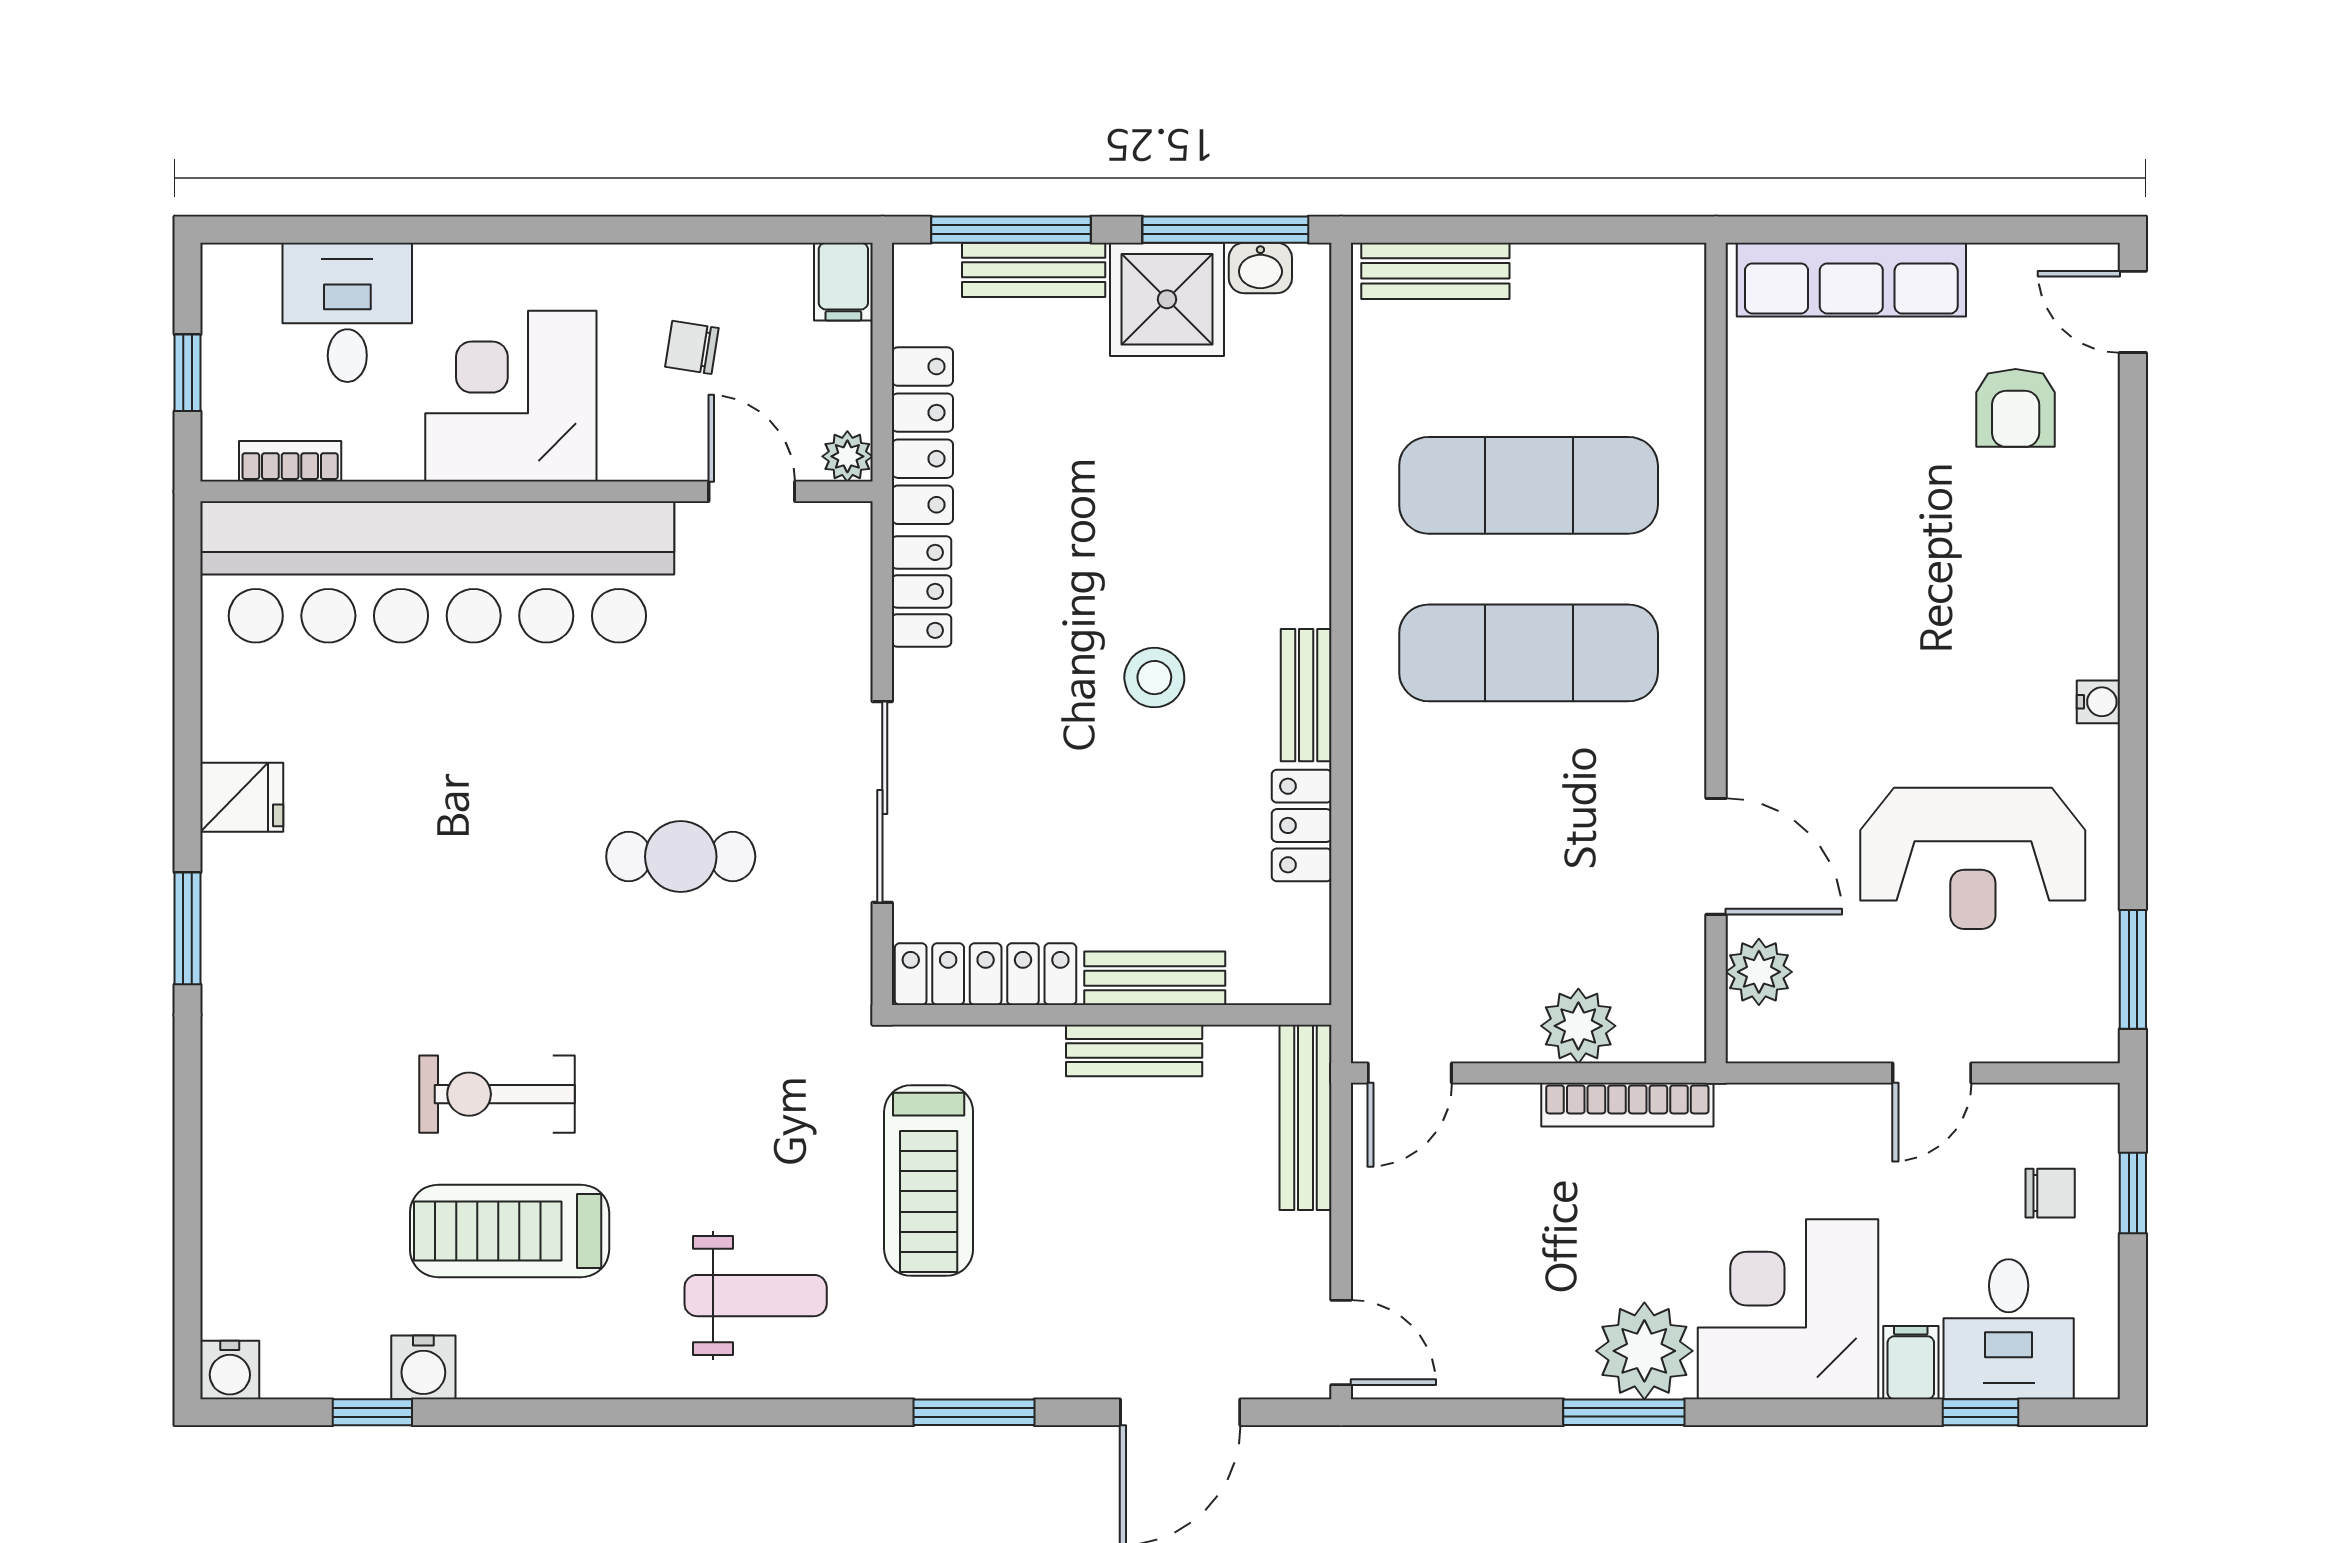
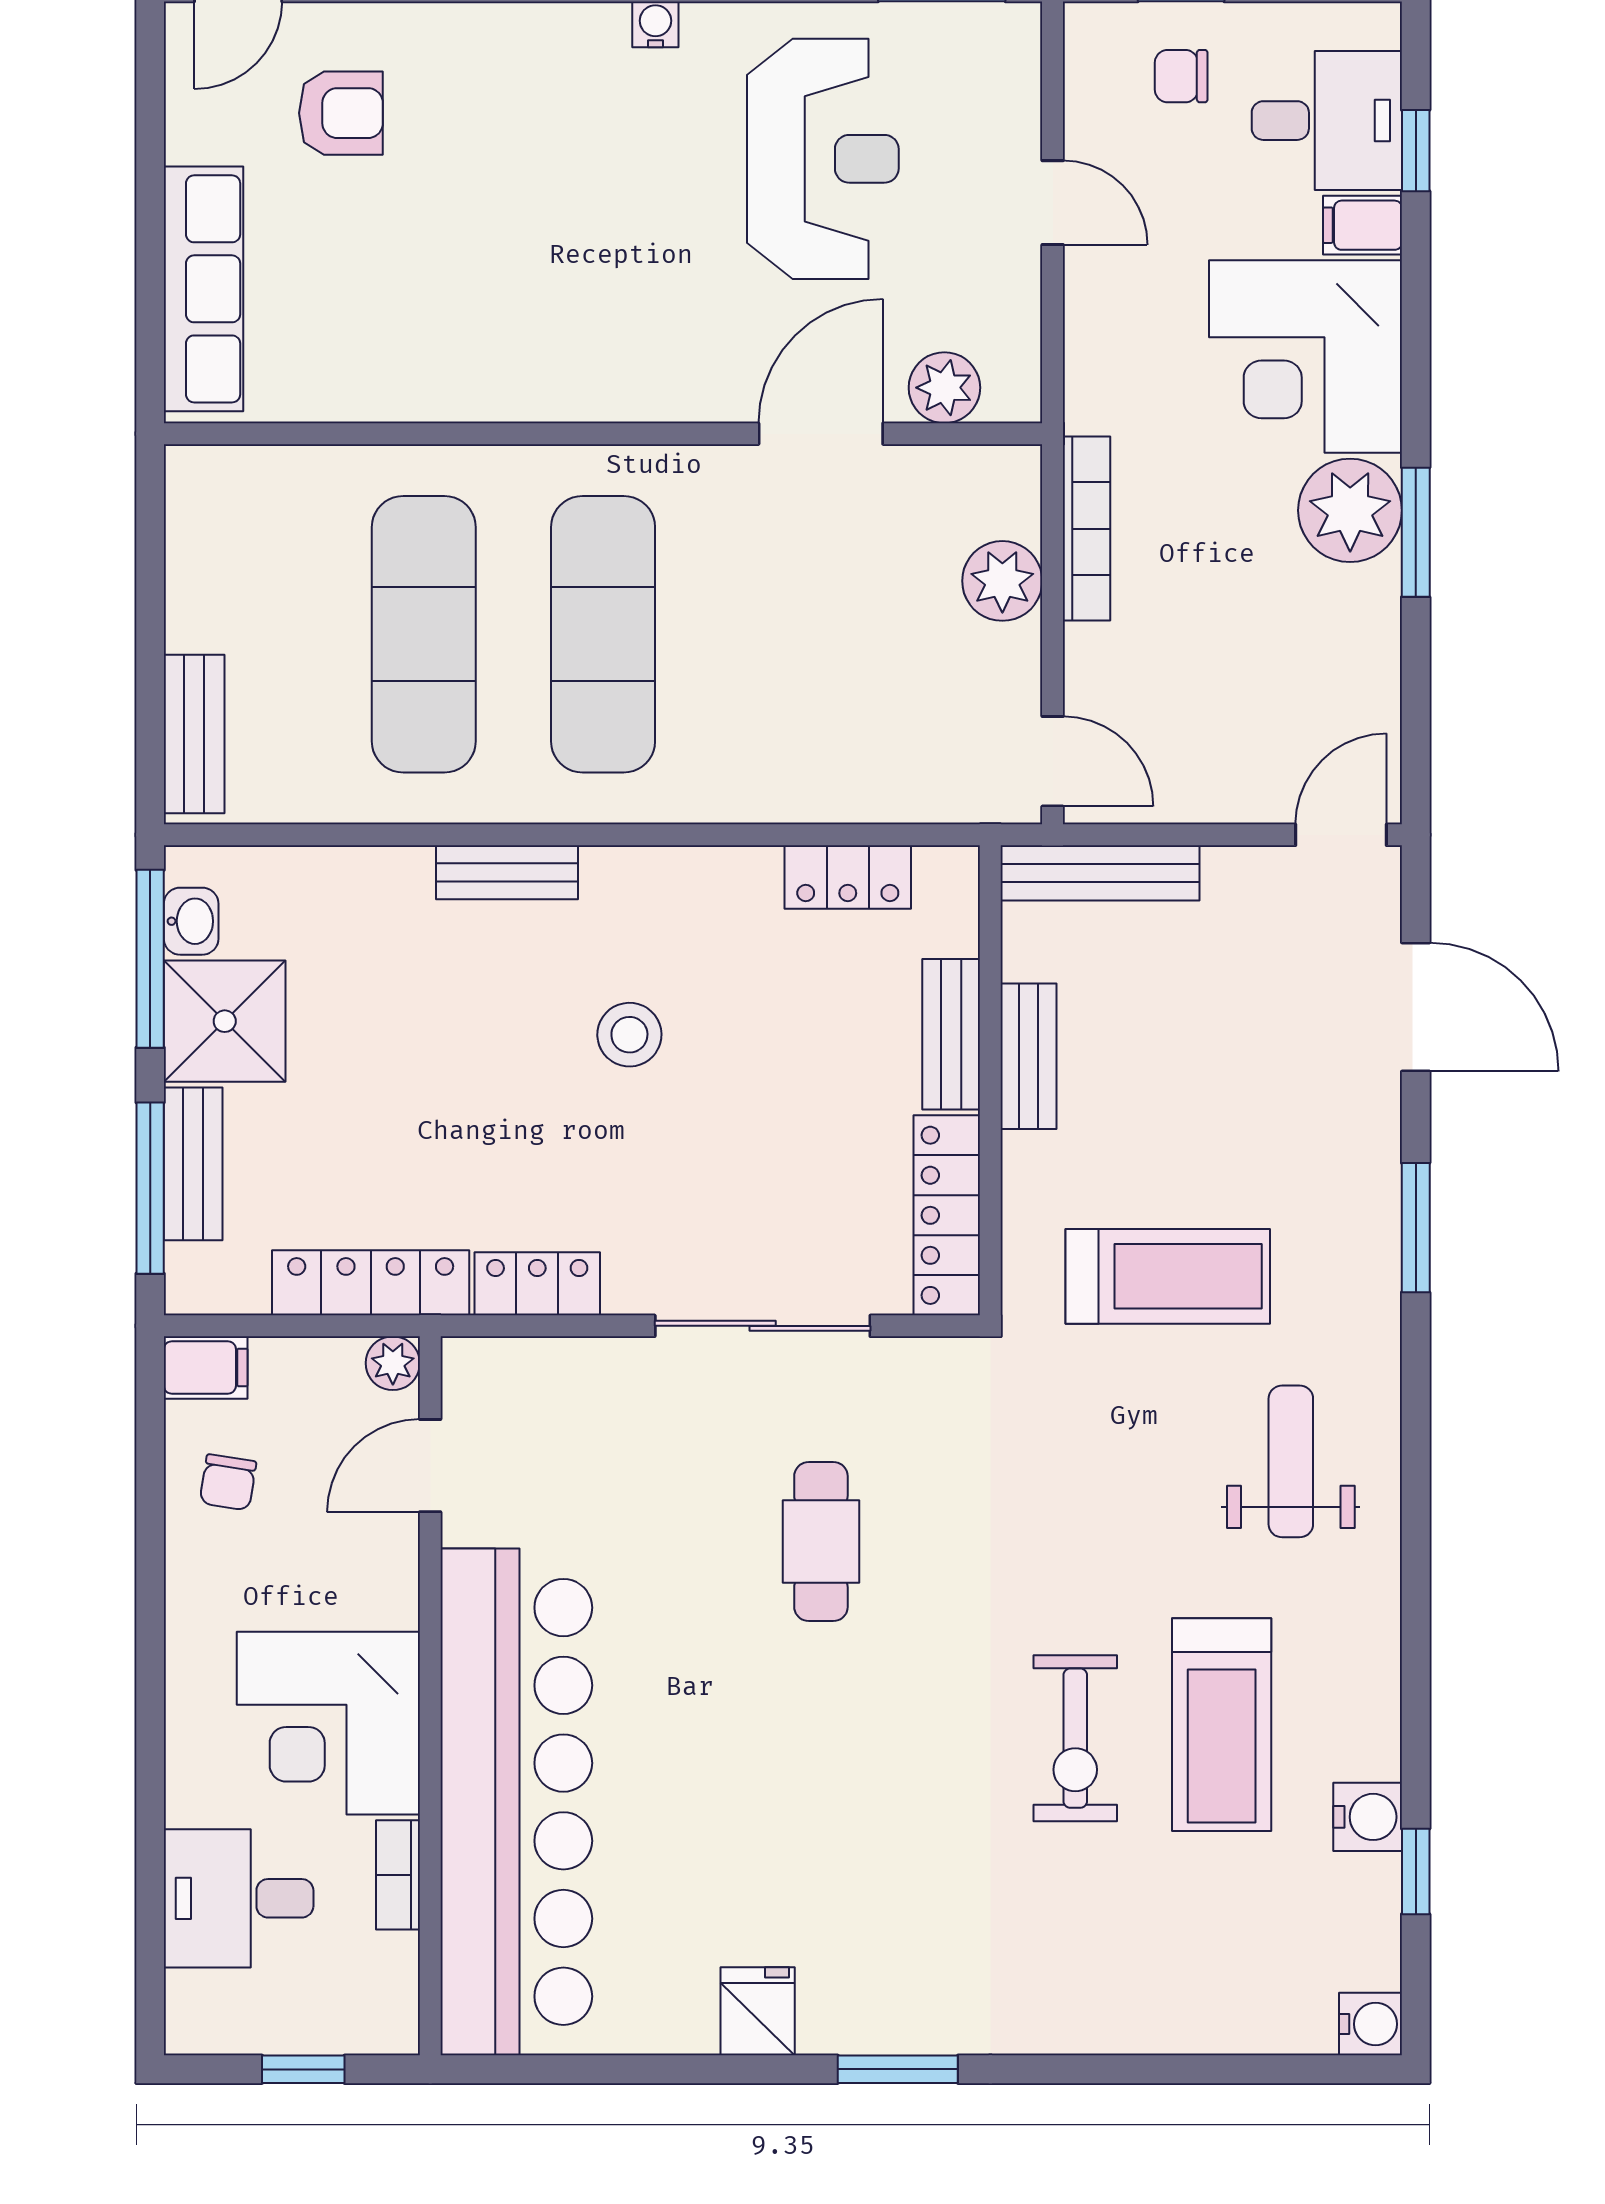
chair: (692, 347) -> (228, 1482), moved
bookcase: (290, 461) -> (398, 1875), moved
bench: (1306, 695) -> (507, 872), moved
locker: (1302, 825) -> (848, 877), moved
chair: (2050, 1193) -> (1181, 76), turned -90

